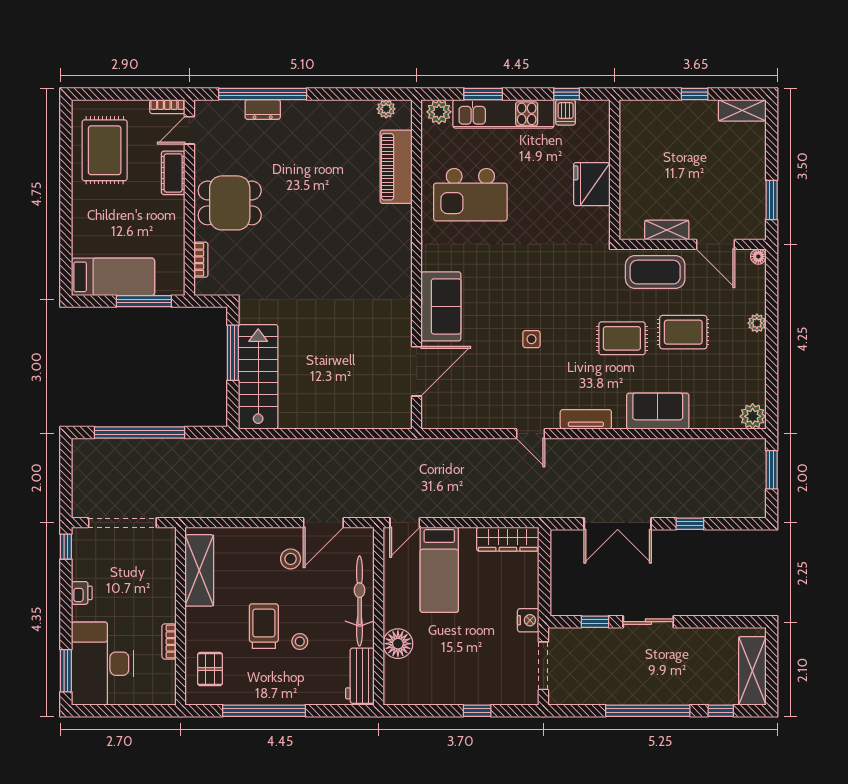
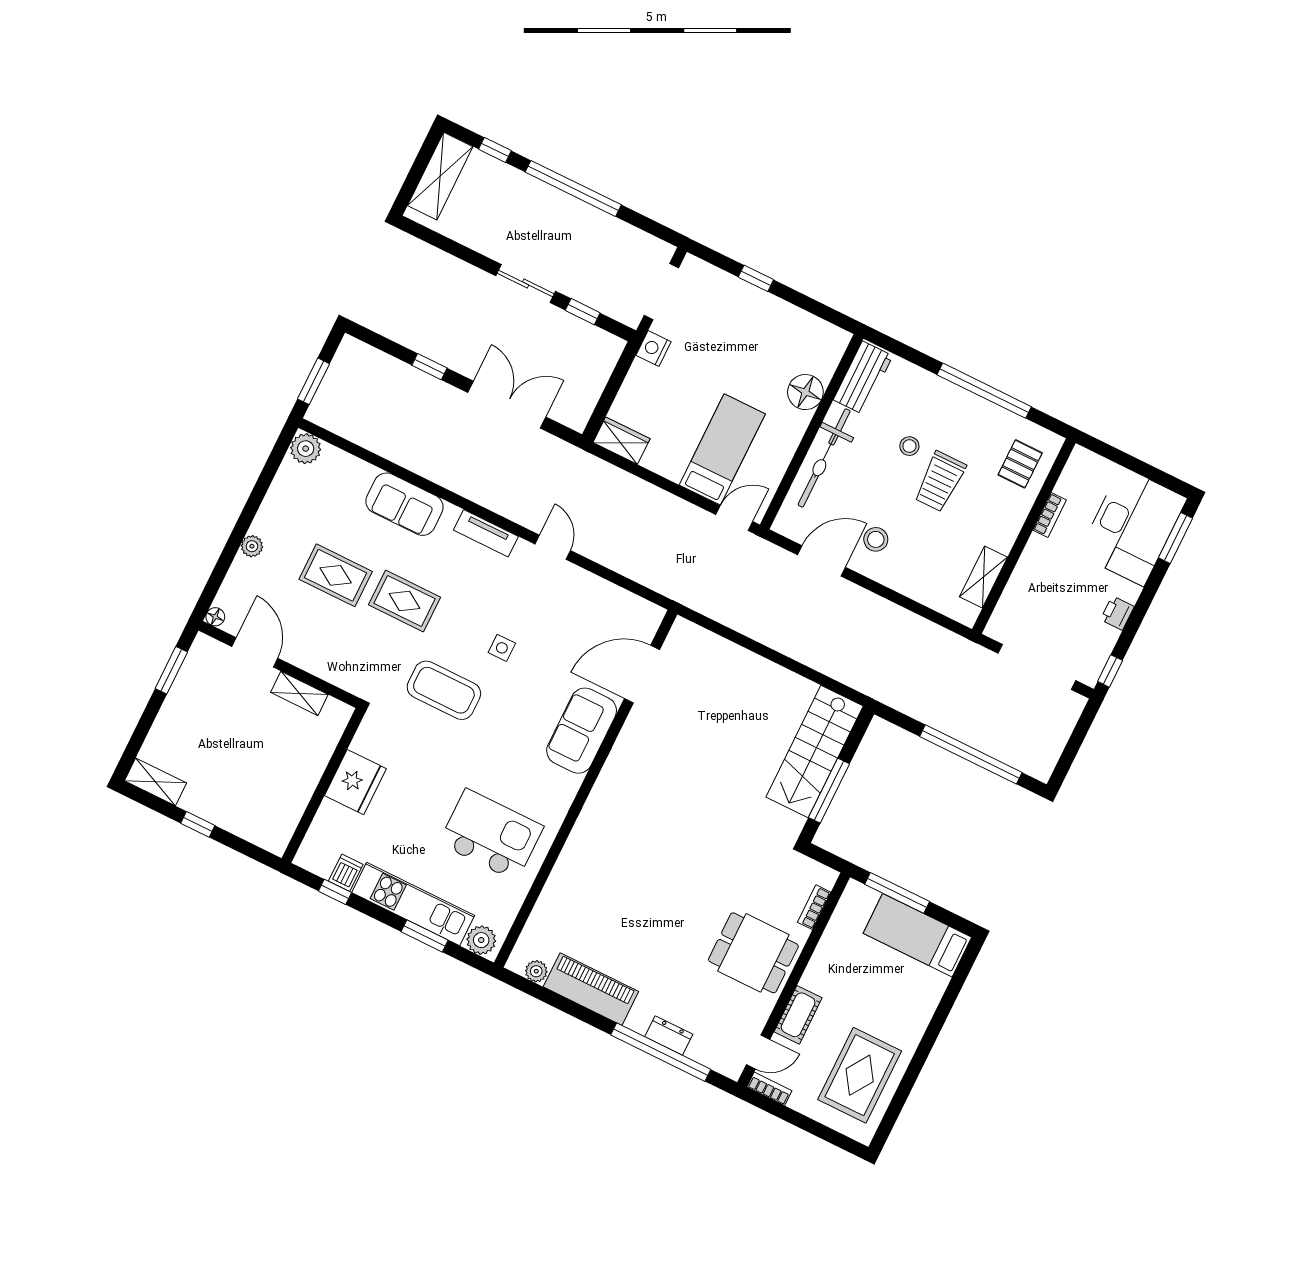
piano: (396, 167) -> (591, 989), moved, turned -90
coffee table: (655, 272) -> (444, 690), moved
wardrobe: (508, 539) -> (621, 441), width x0.67
shelving: (199, 570) -> (984, 577), width x0.67, depth x0.75

